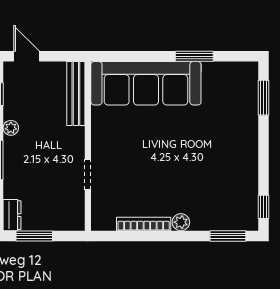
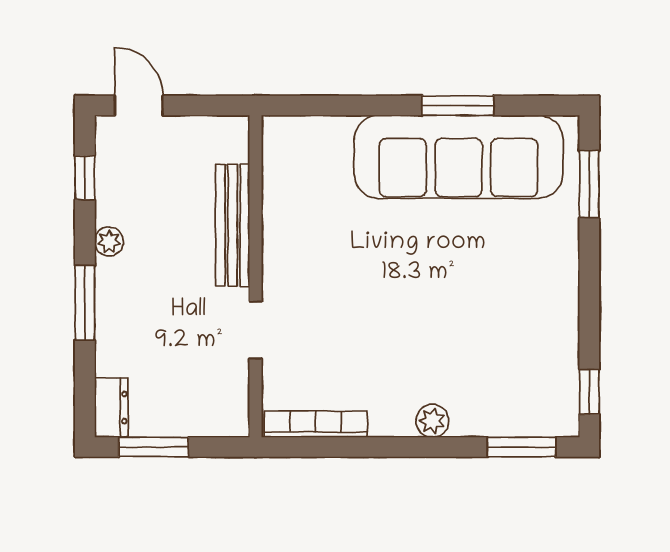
sofa: (146, 83) -> (459, 157), moved
bench: (76, 94) -> (233, 225), moved
bookcase: (144, 224) -> (316, 424), moved

